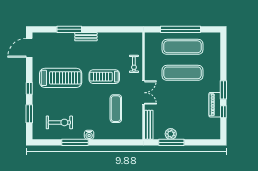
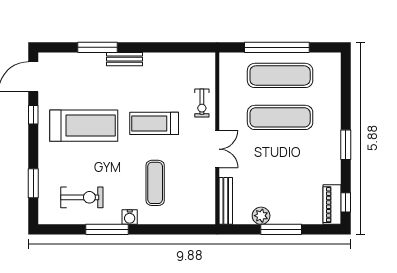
window: (29, 88) -> (33, 115), moved
piano: (215, 105) -> (332, 205), moved
exercise mat: (116, 109) -> (155, 183), moved
window: (223, 112) -> (346, 202), moved
window: (171, 142) -> (281, 229), moved

